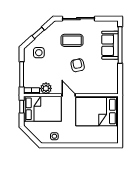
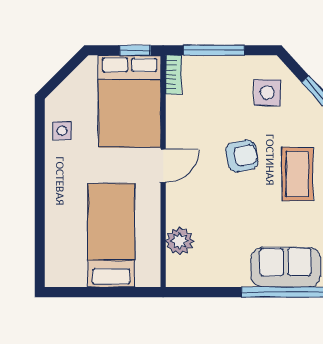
armchair: (78, 65) -> (242, 156), moved
plant: (46, 88) -> (180, 241), moved
bed: (97, 112) -> (111, 235), width x0.67

